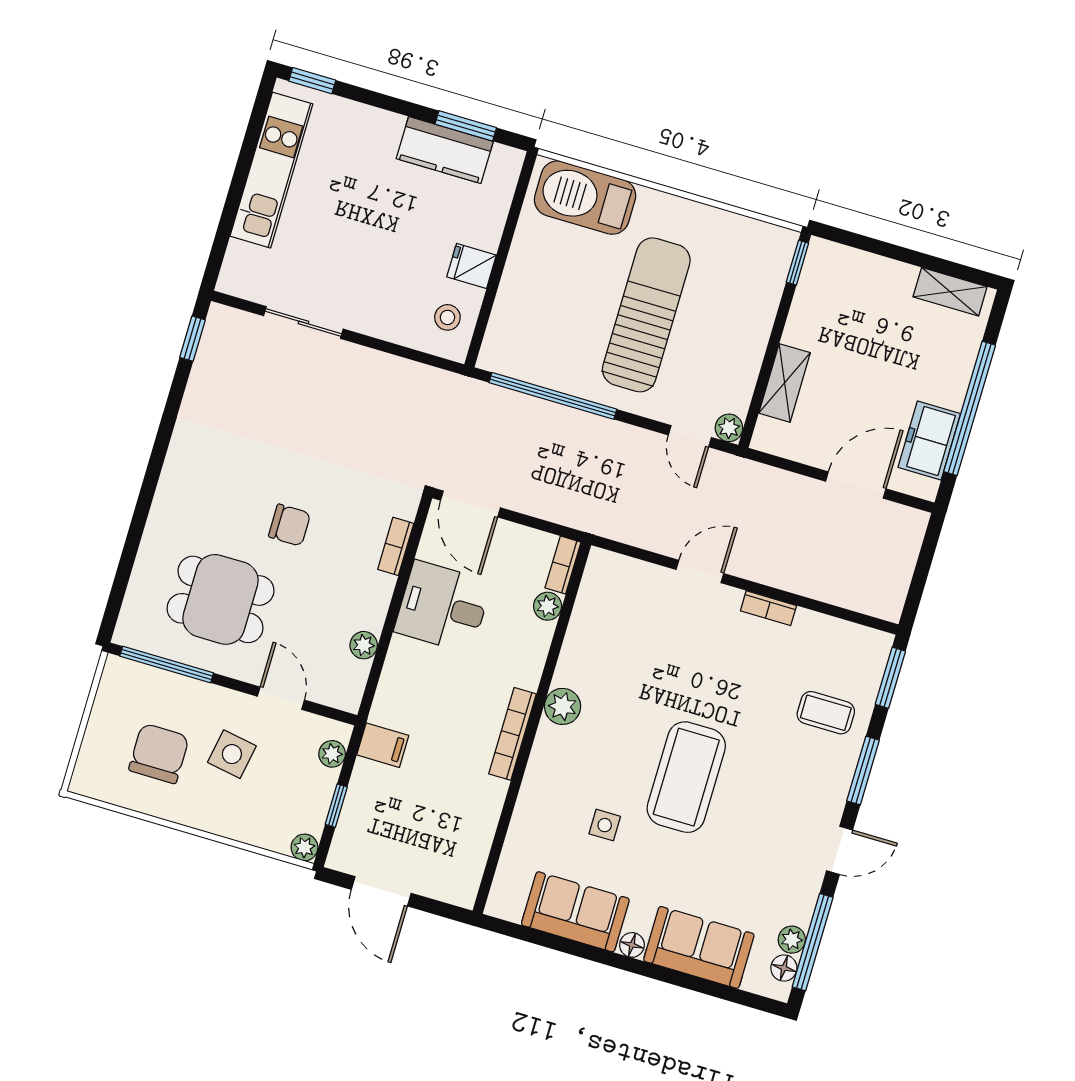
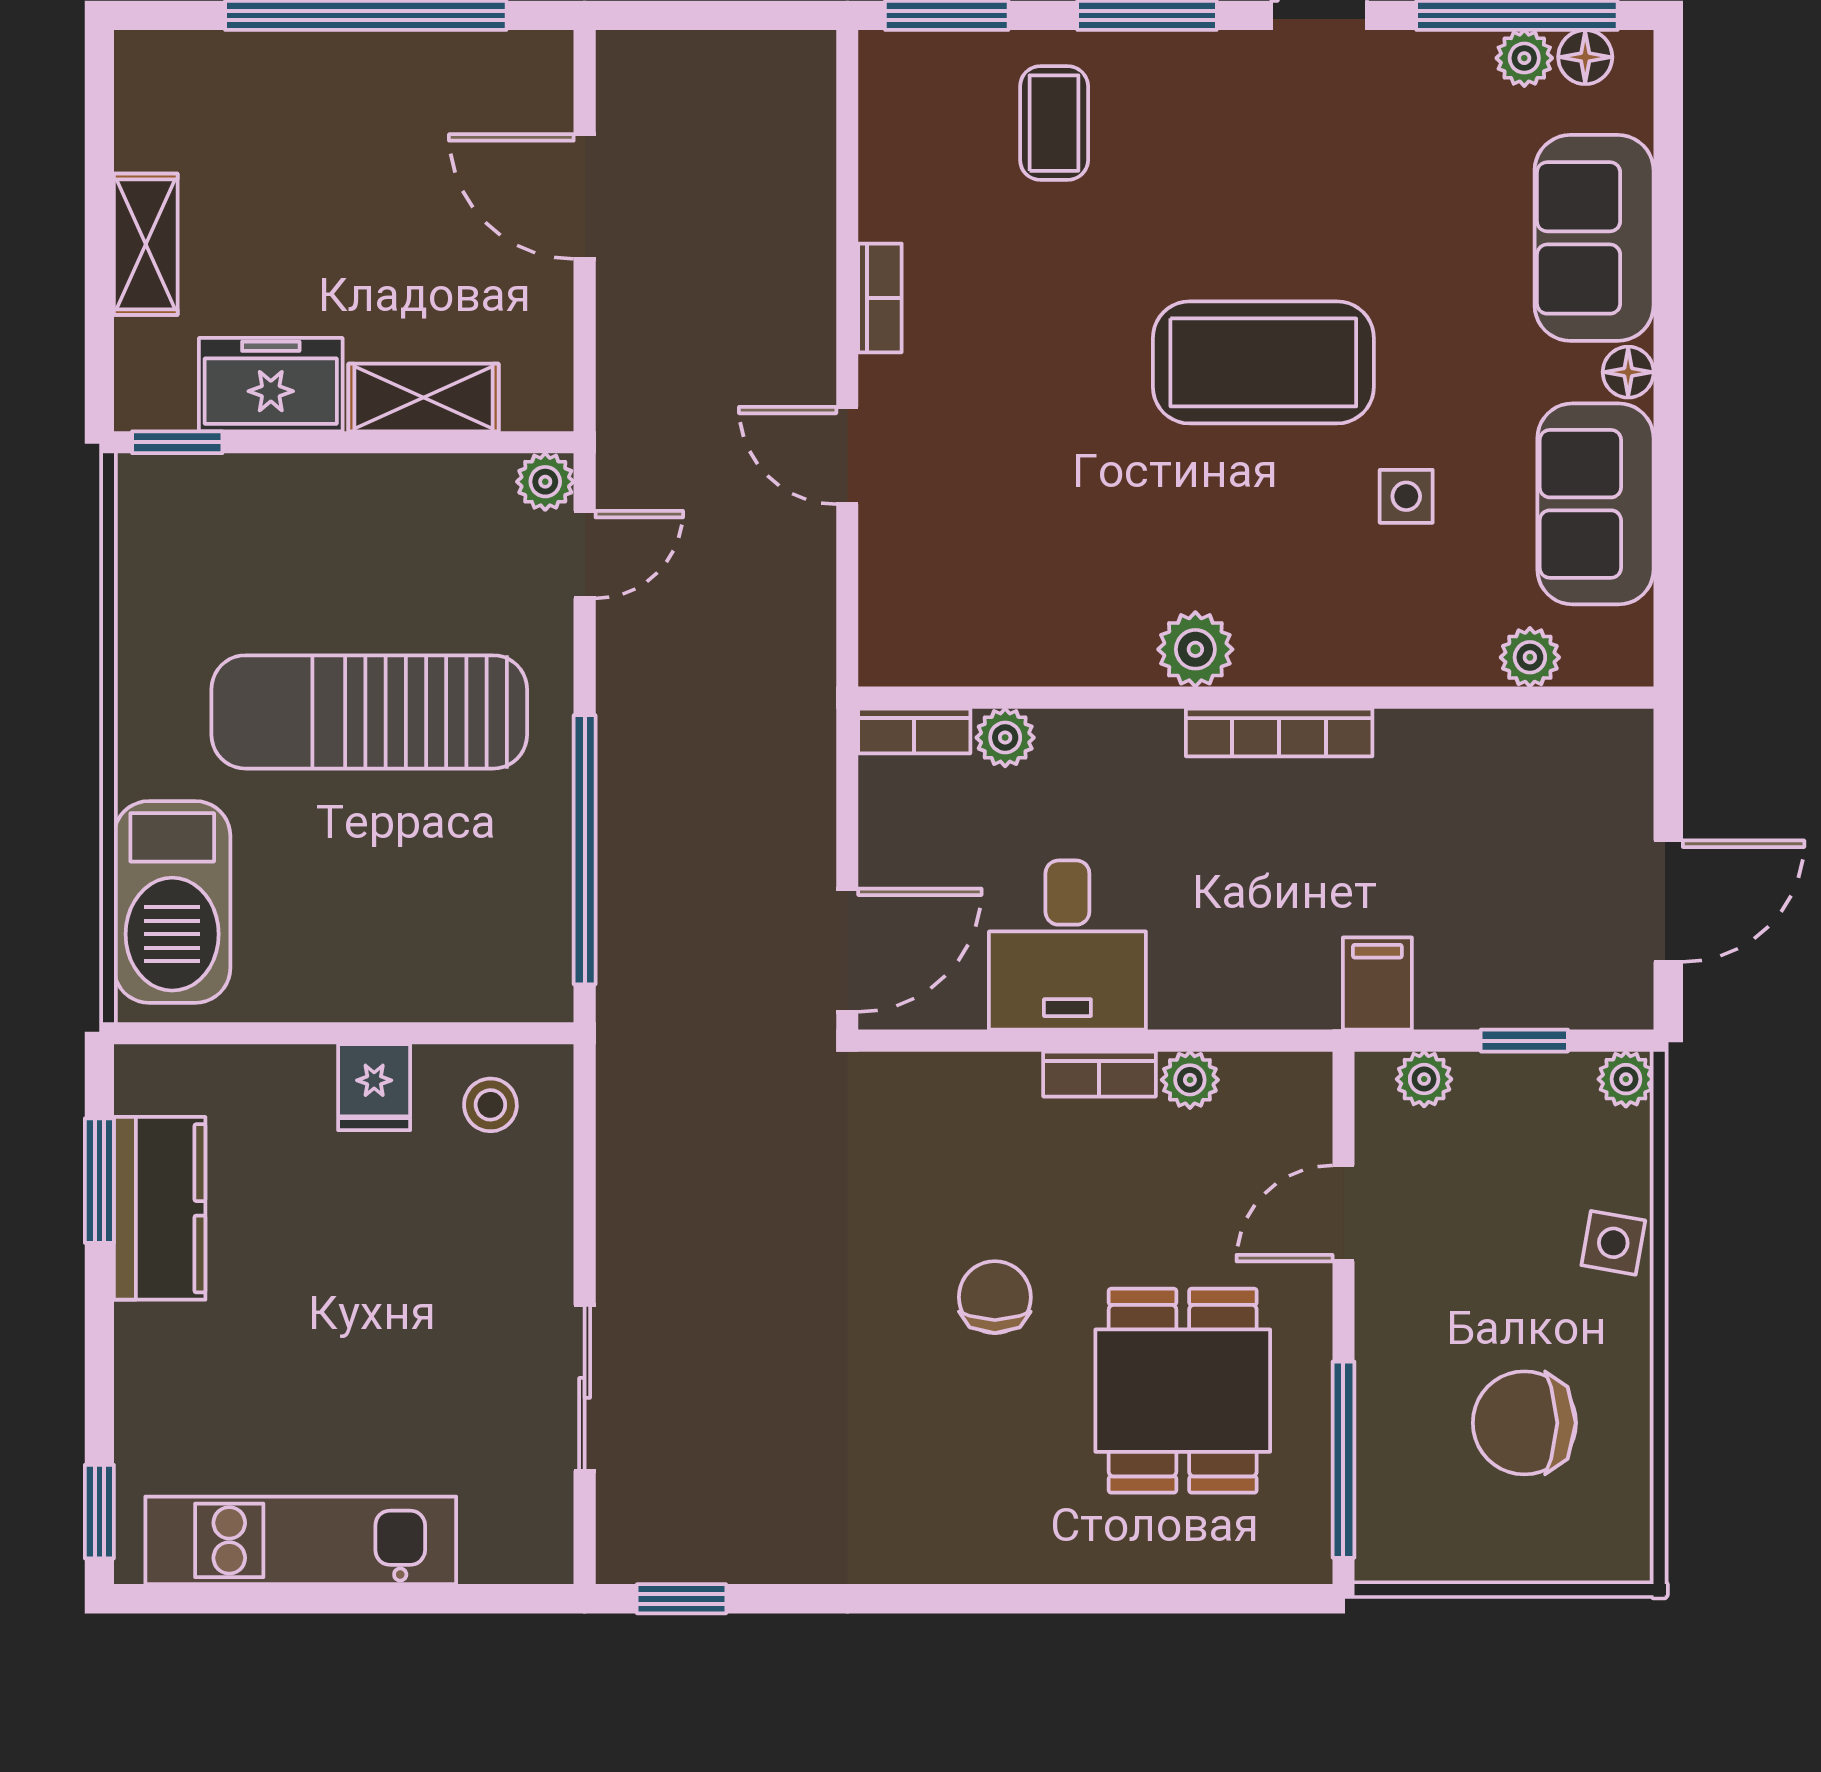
shelving: (950, 292) -> (146, 244), moved
freezer: (929, 441) -> (271, 385), moved, turned 180
bookcase: (396, 546) -> (1099, 1074), moved
side table: (232, 754) -> (1613, 1243), moved, width x0.73, depth x0.73
plant: (513, 860) -> (1530, 657), added

